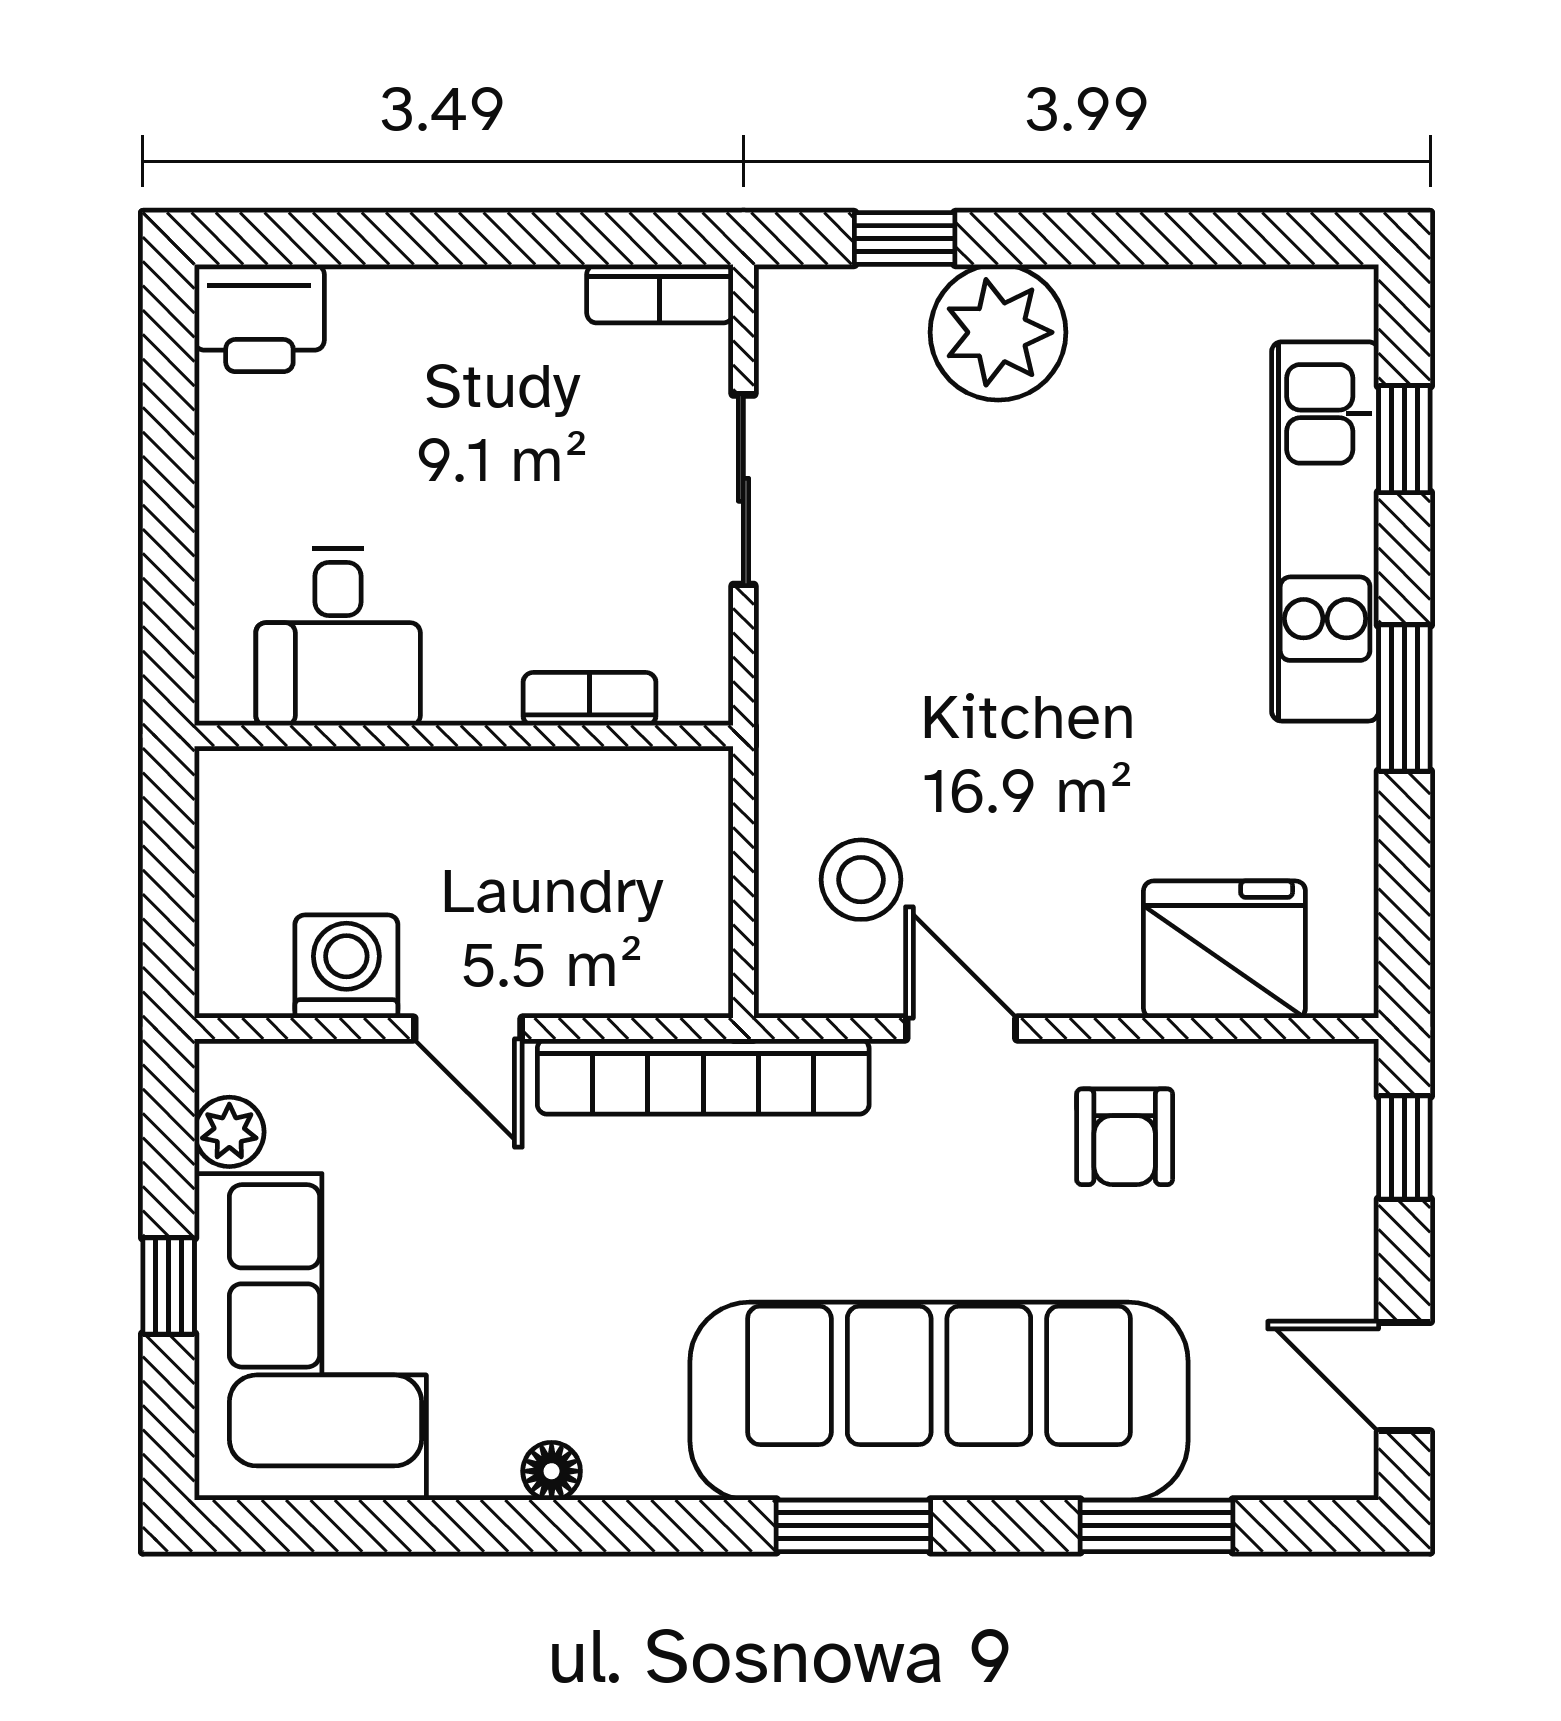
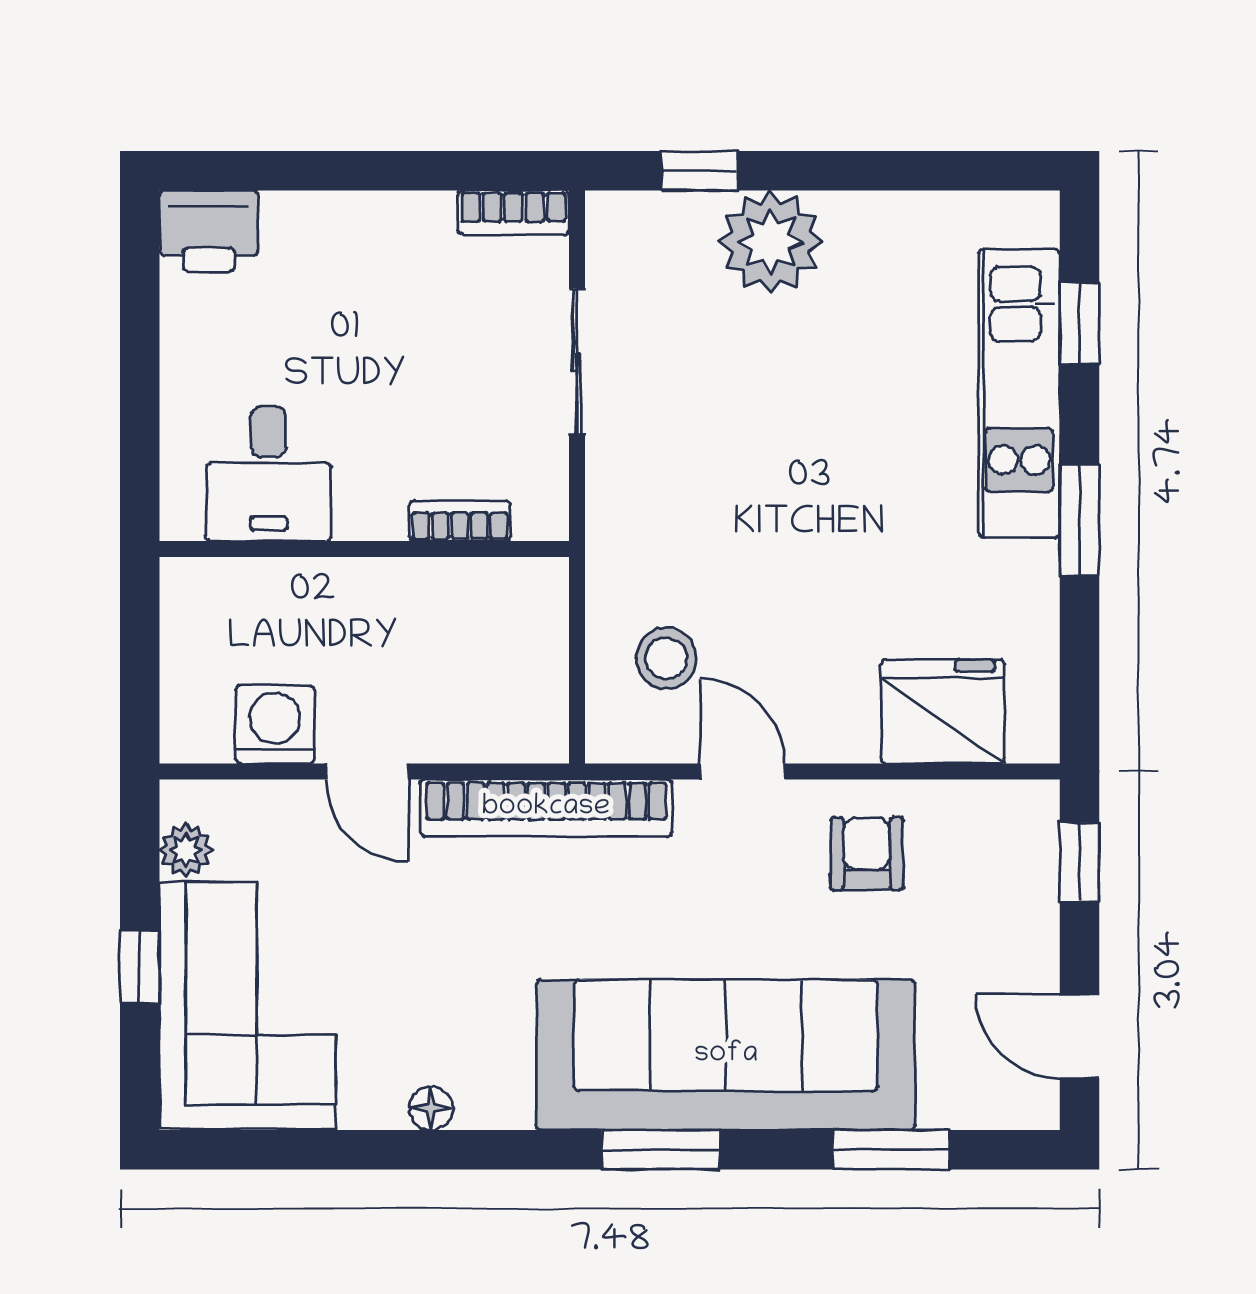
armchair: (1125, 1137) -> (867, 854), turned 180

